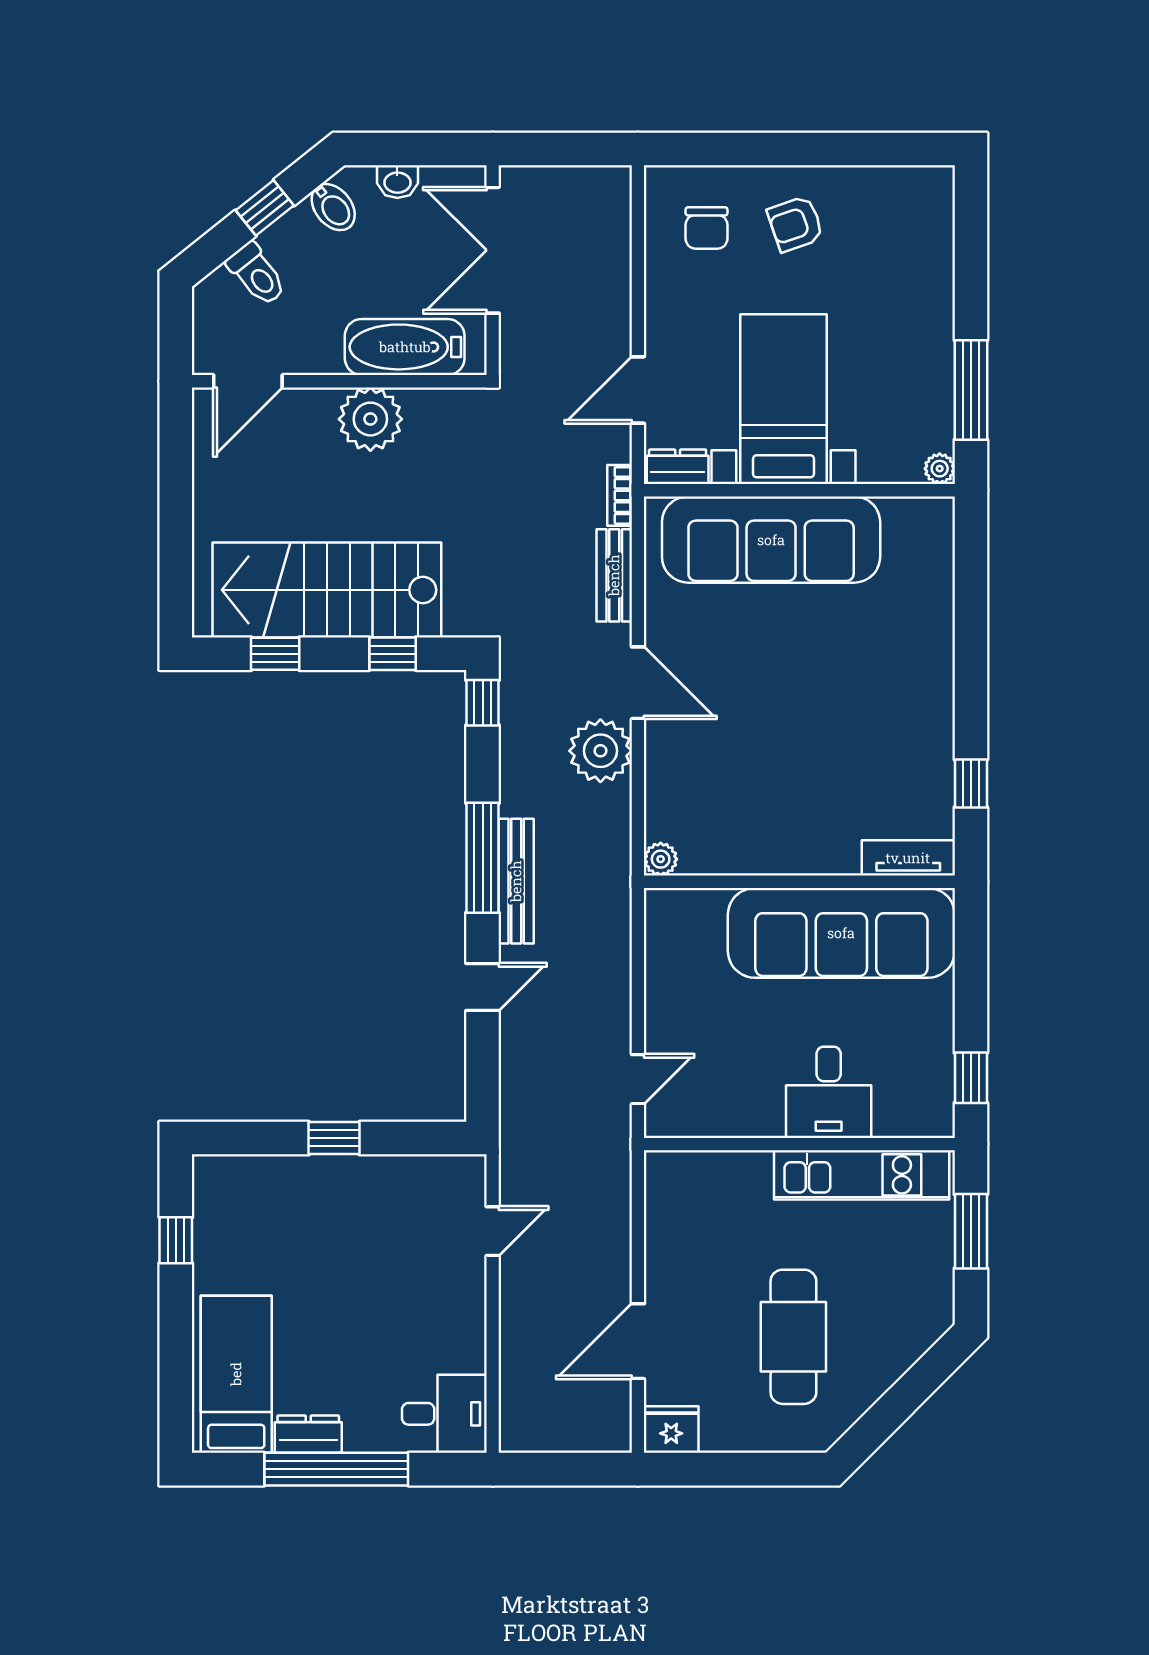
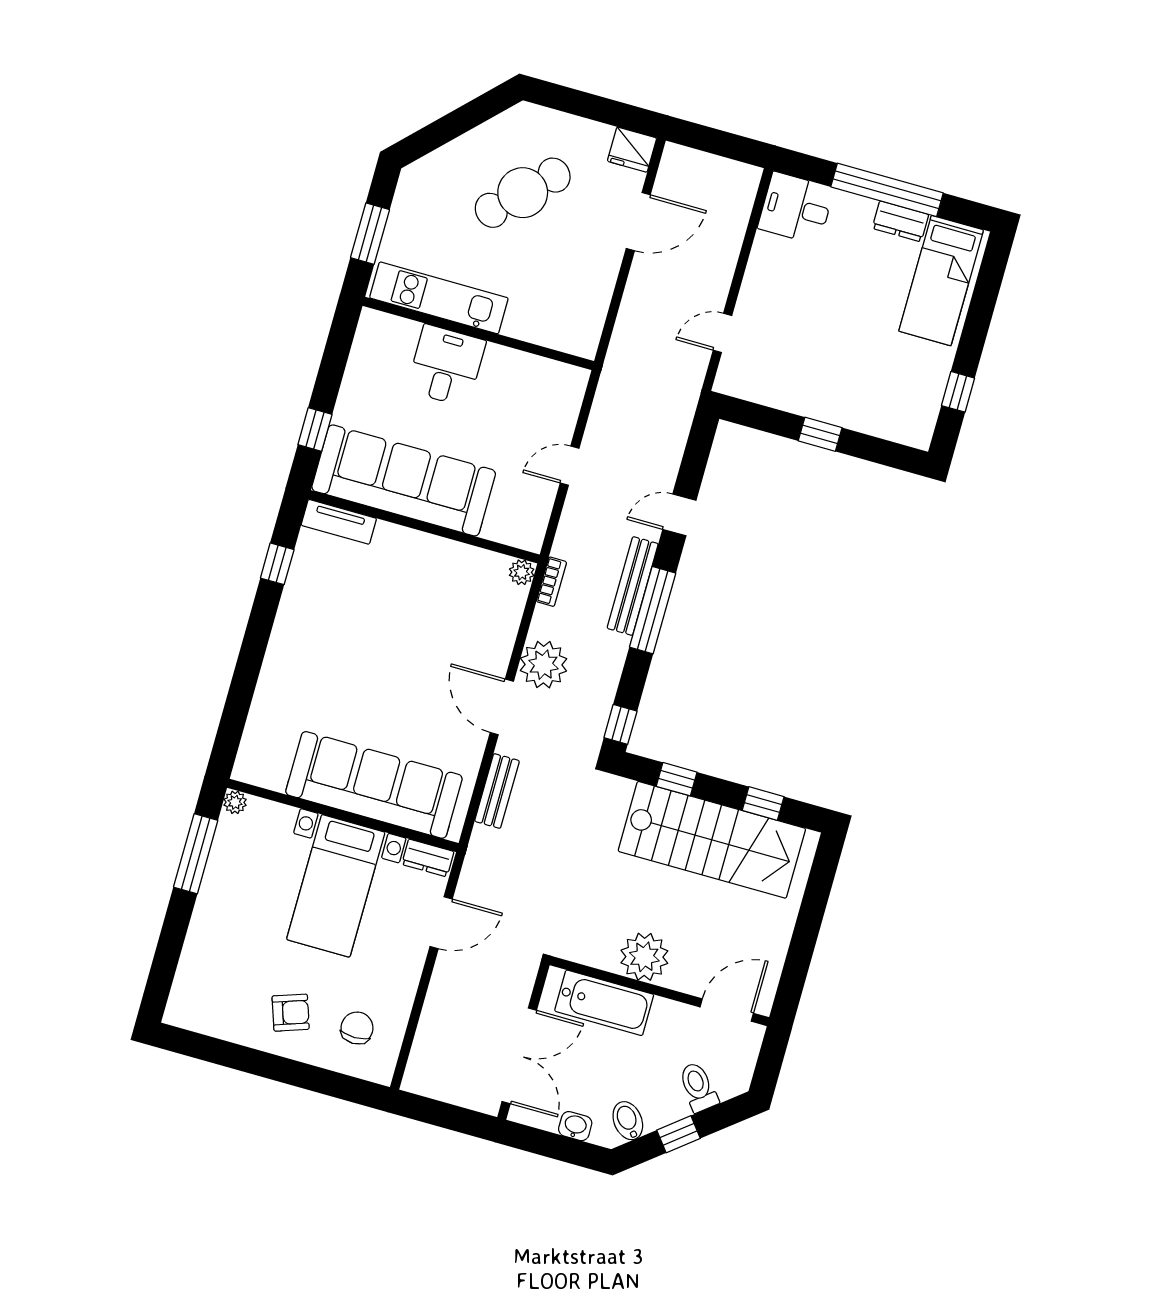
bookcase: (620, 495) -> (552, 582), moved
window: (971, 1078) -> (315, 429), moved
door: (638, 1079) -> (570, 466), moved
cafe table: (793, 1337) -> (523, 193), turned 45

